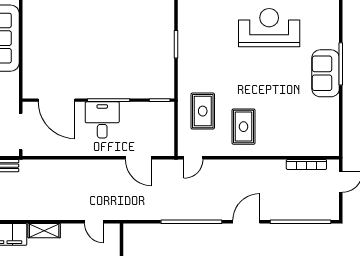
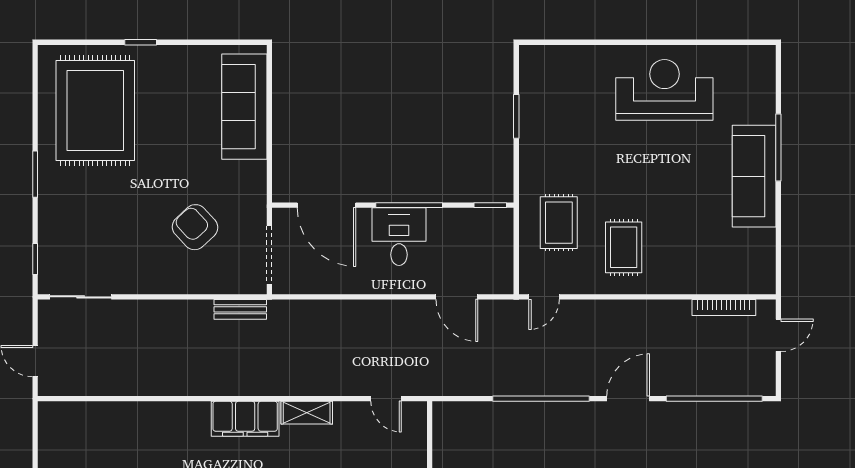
sofa: (326, 73) -> (754, 176), width x1.36

